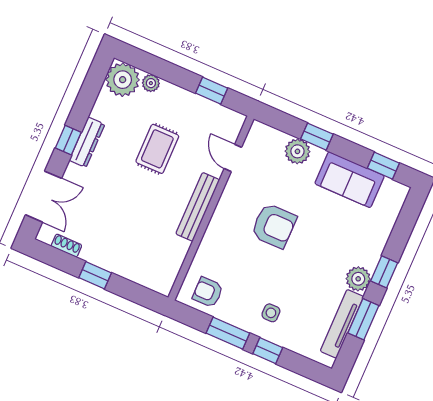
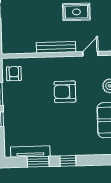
armchair: (274, 226) -> (65, 92), turned 90
plant: (358, 279) -> (58, 149), removed
side table: (271, 313) -> (19, 112), removed

